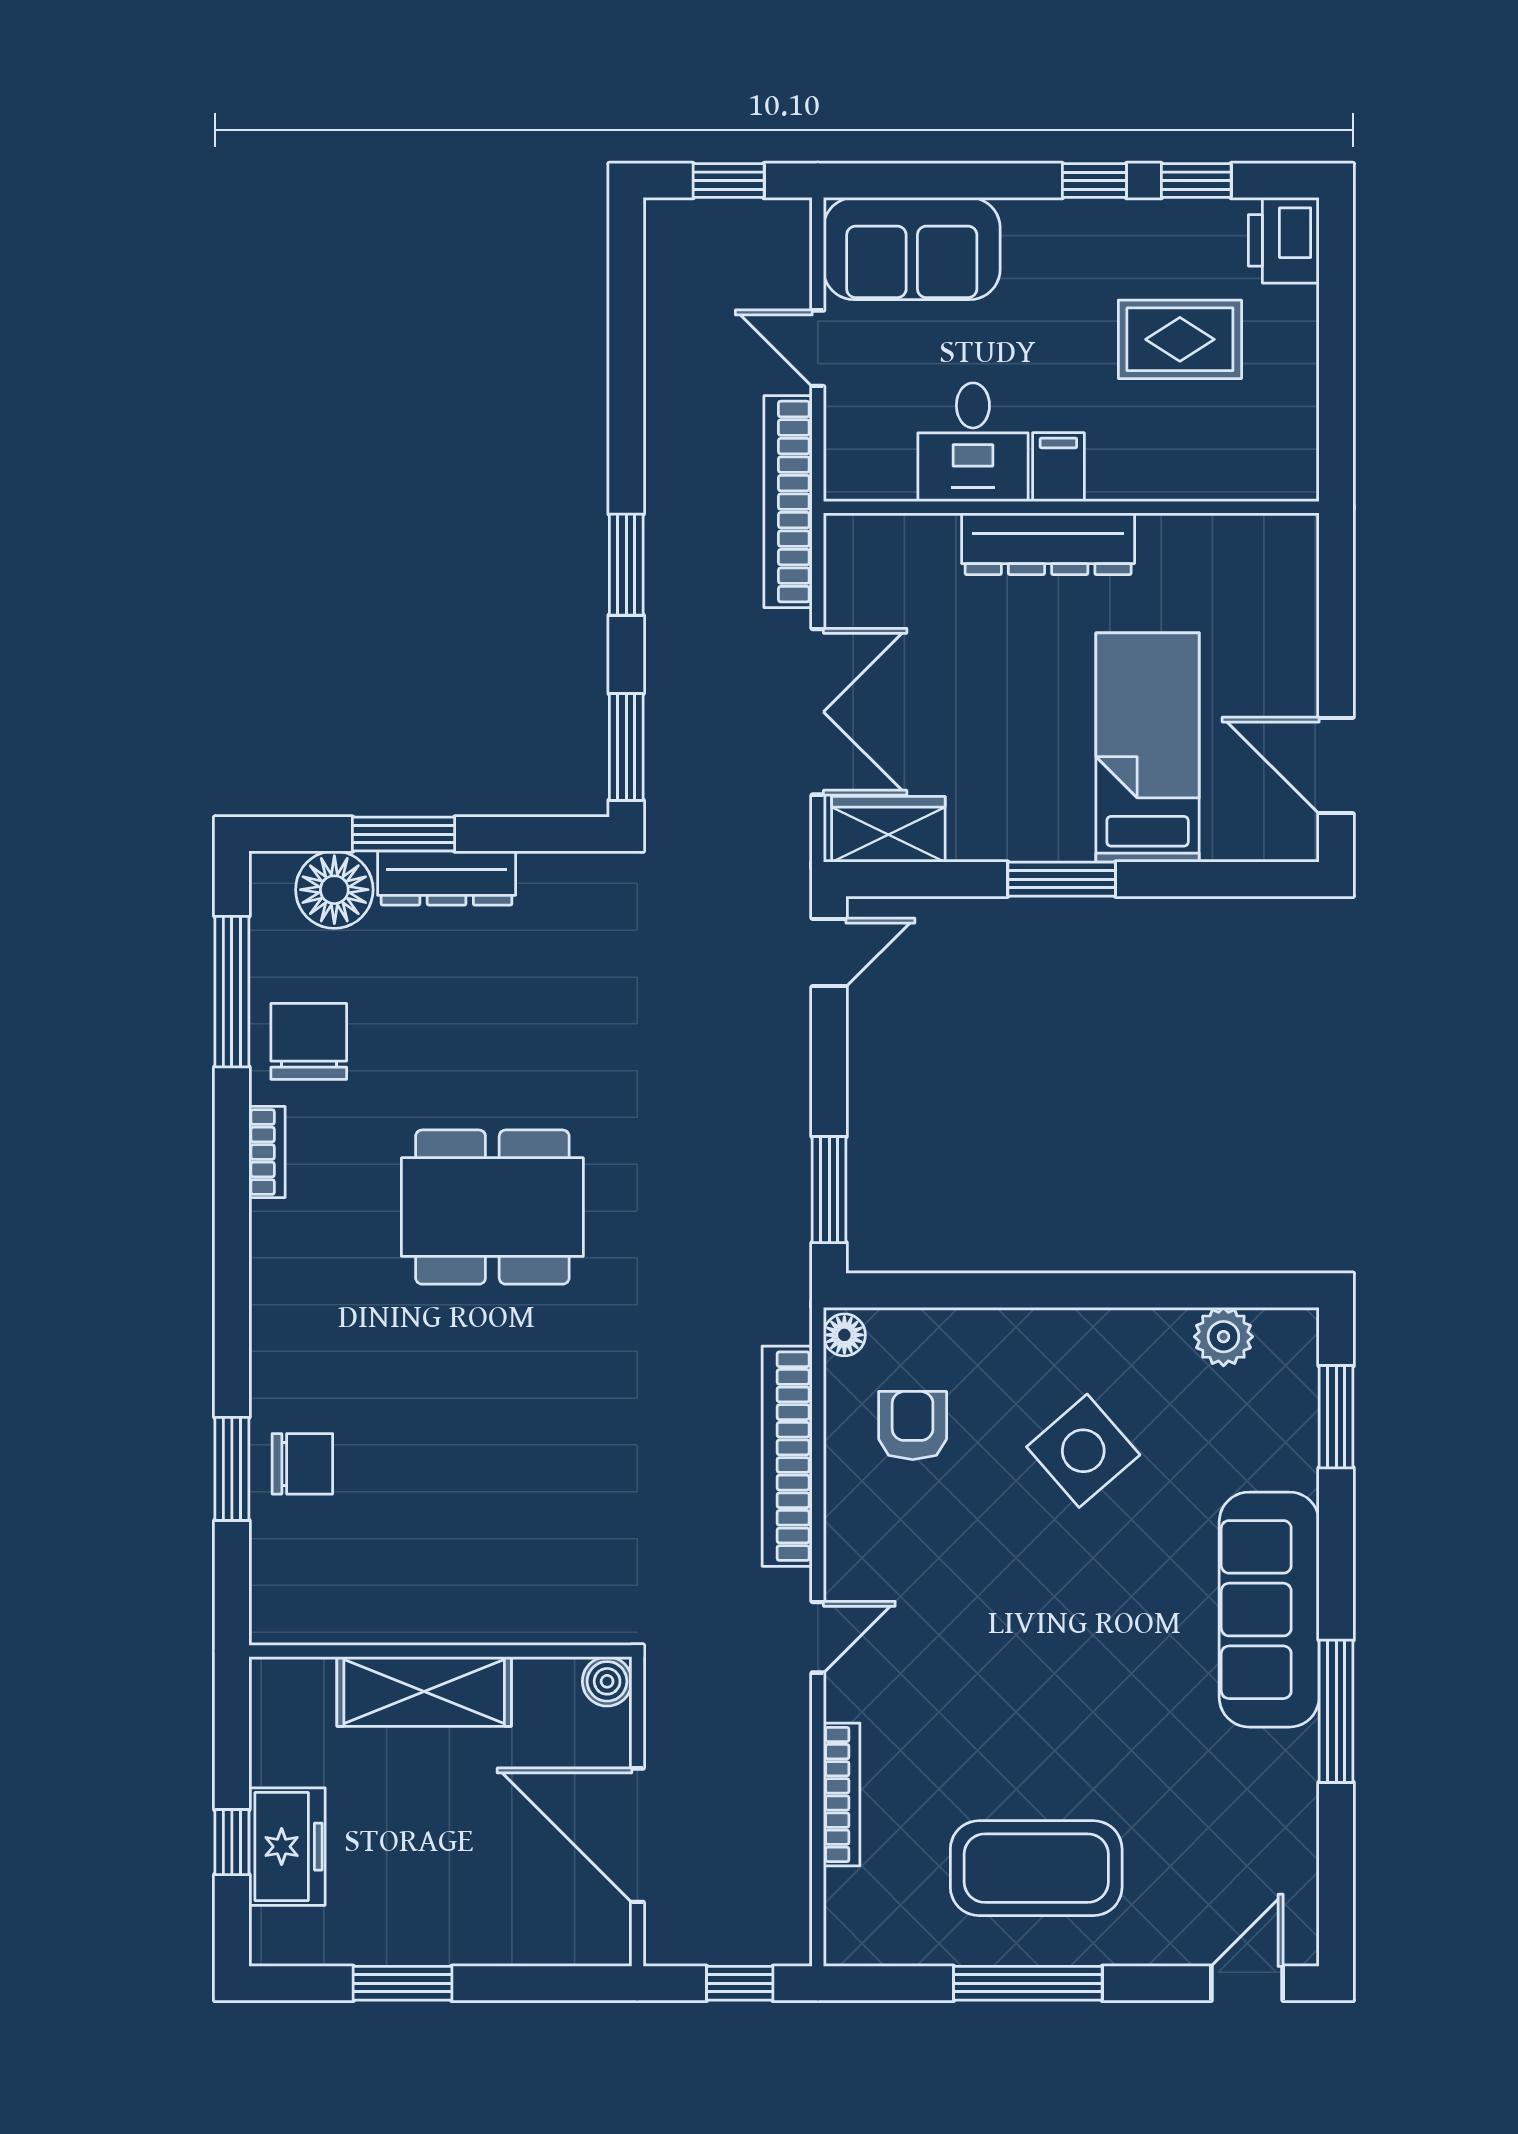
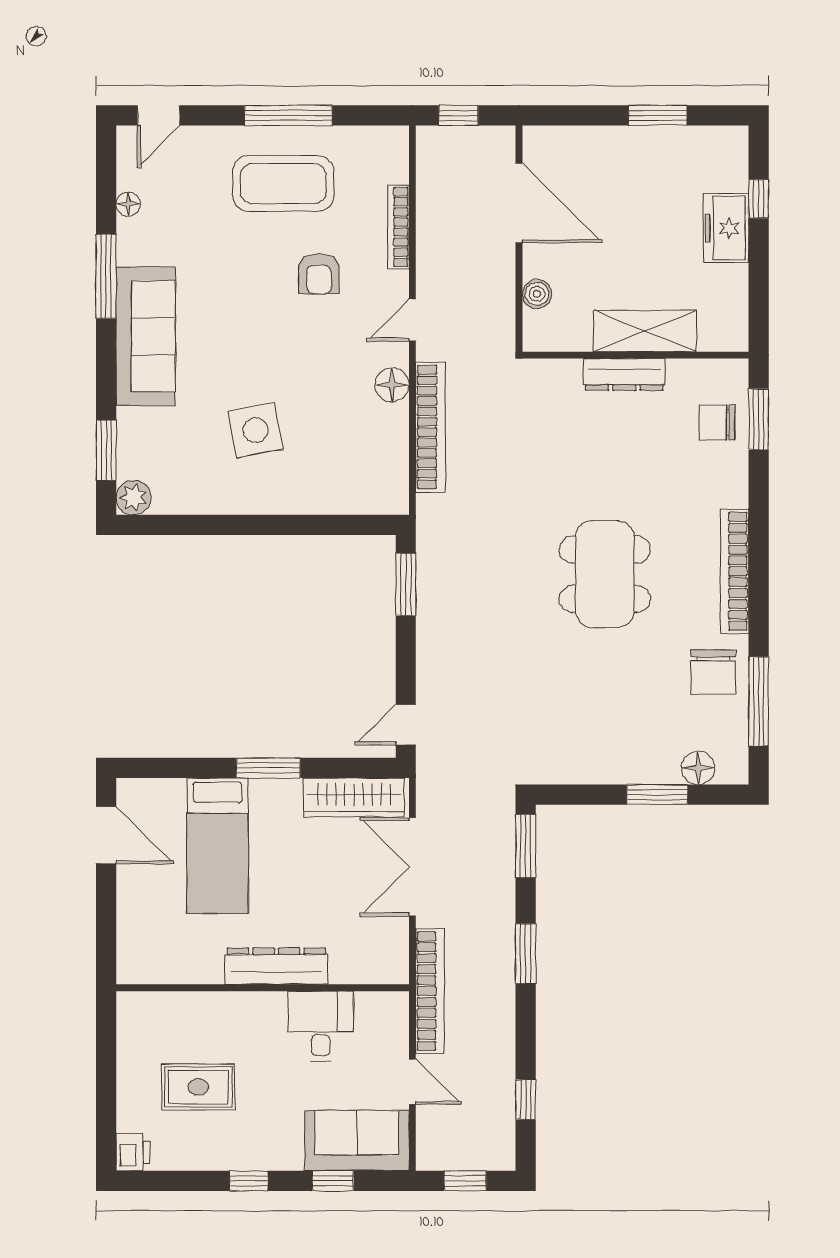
window: (1196, 181) -> (333, 1181), moved
printer: (1284, 240) -> (133, 1152), width x0.73, depth x0.81
window: (626, 318) -> (526, 1099), added
filing cabinet: (1058, 467) -> (270, 1011), removed
wardrobe: (888, 829) -> (354, 797), width x1.50
dresser: (447, 878) -> (624, 374), moved, turned 180
floor lamp: (334, 890) -> (698, 768), width x0.73, depth x0.73
bookcase: (267, 1152) -> (735, 571), width x2.31, depth x1.31
dining table: (492, 1207) -> (605, 574), turned 90
floor lamp: (844, 1335) -> (392, 385), moved, width x1.37, depth x1.37
plant: (1223, 1337) -> (133, 498), moved
armchair: (913, 1426) -> (319, 274), moved
side table: (1083, 1451) -> (256, 430), turned 30
wall: (440, 1651) -> (635, 355), moved
shelving: (424, 1691) -> (645, 331), moved
floor lamp: (1299, 1833) -> (128, 204), added
freezer: (287, 1847) -> (726, 228), moved

